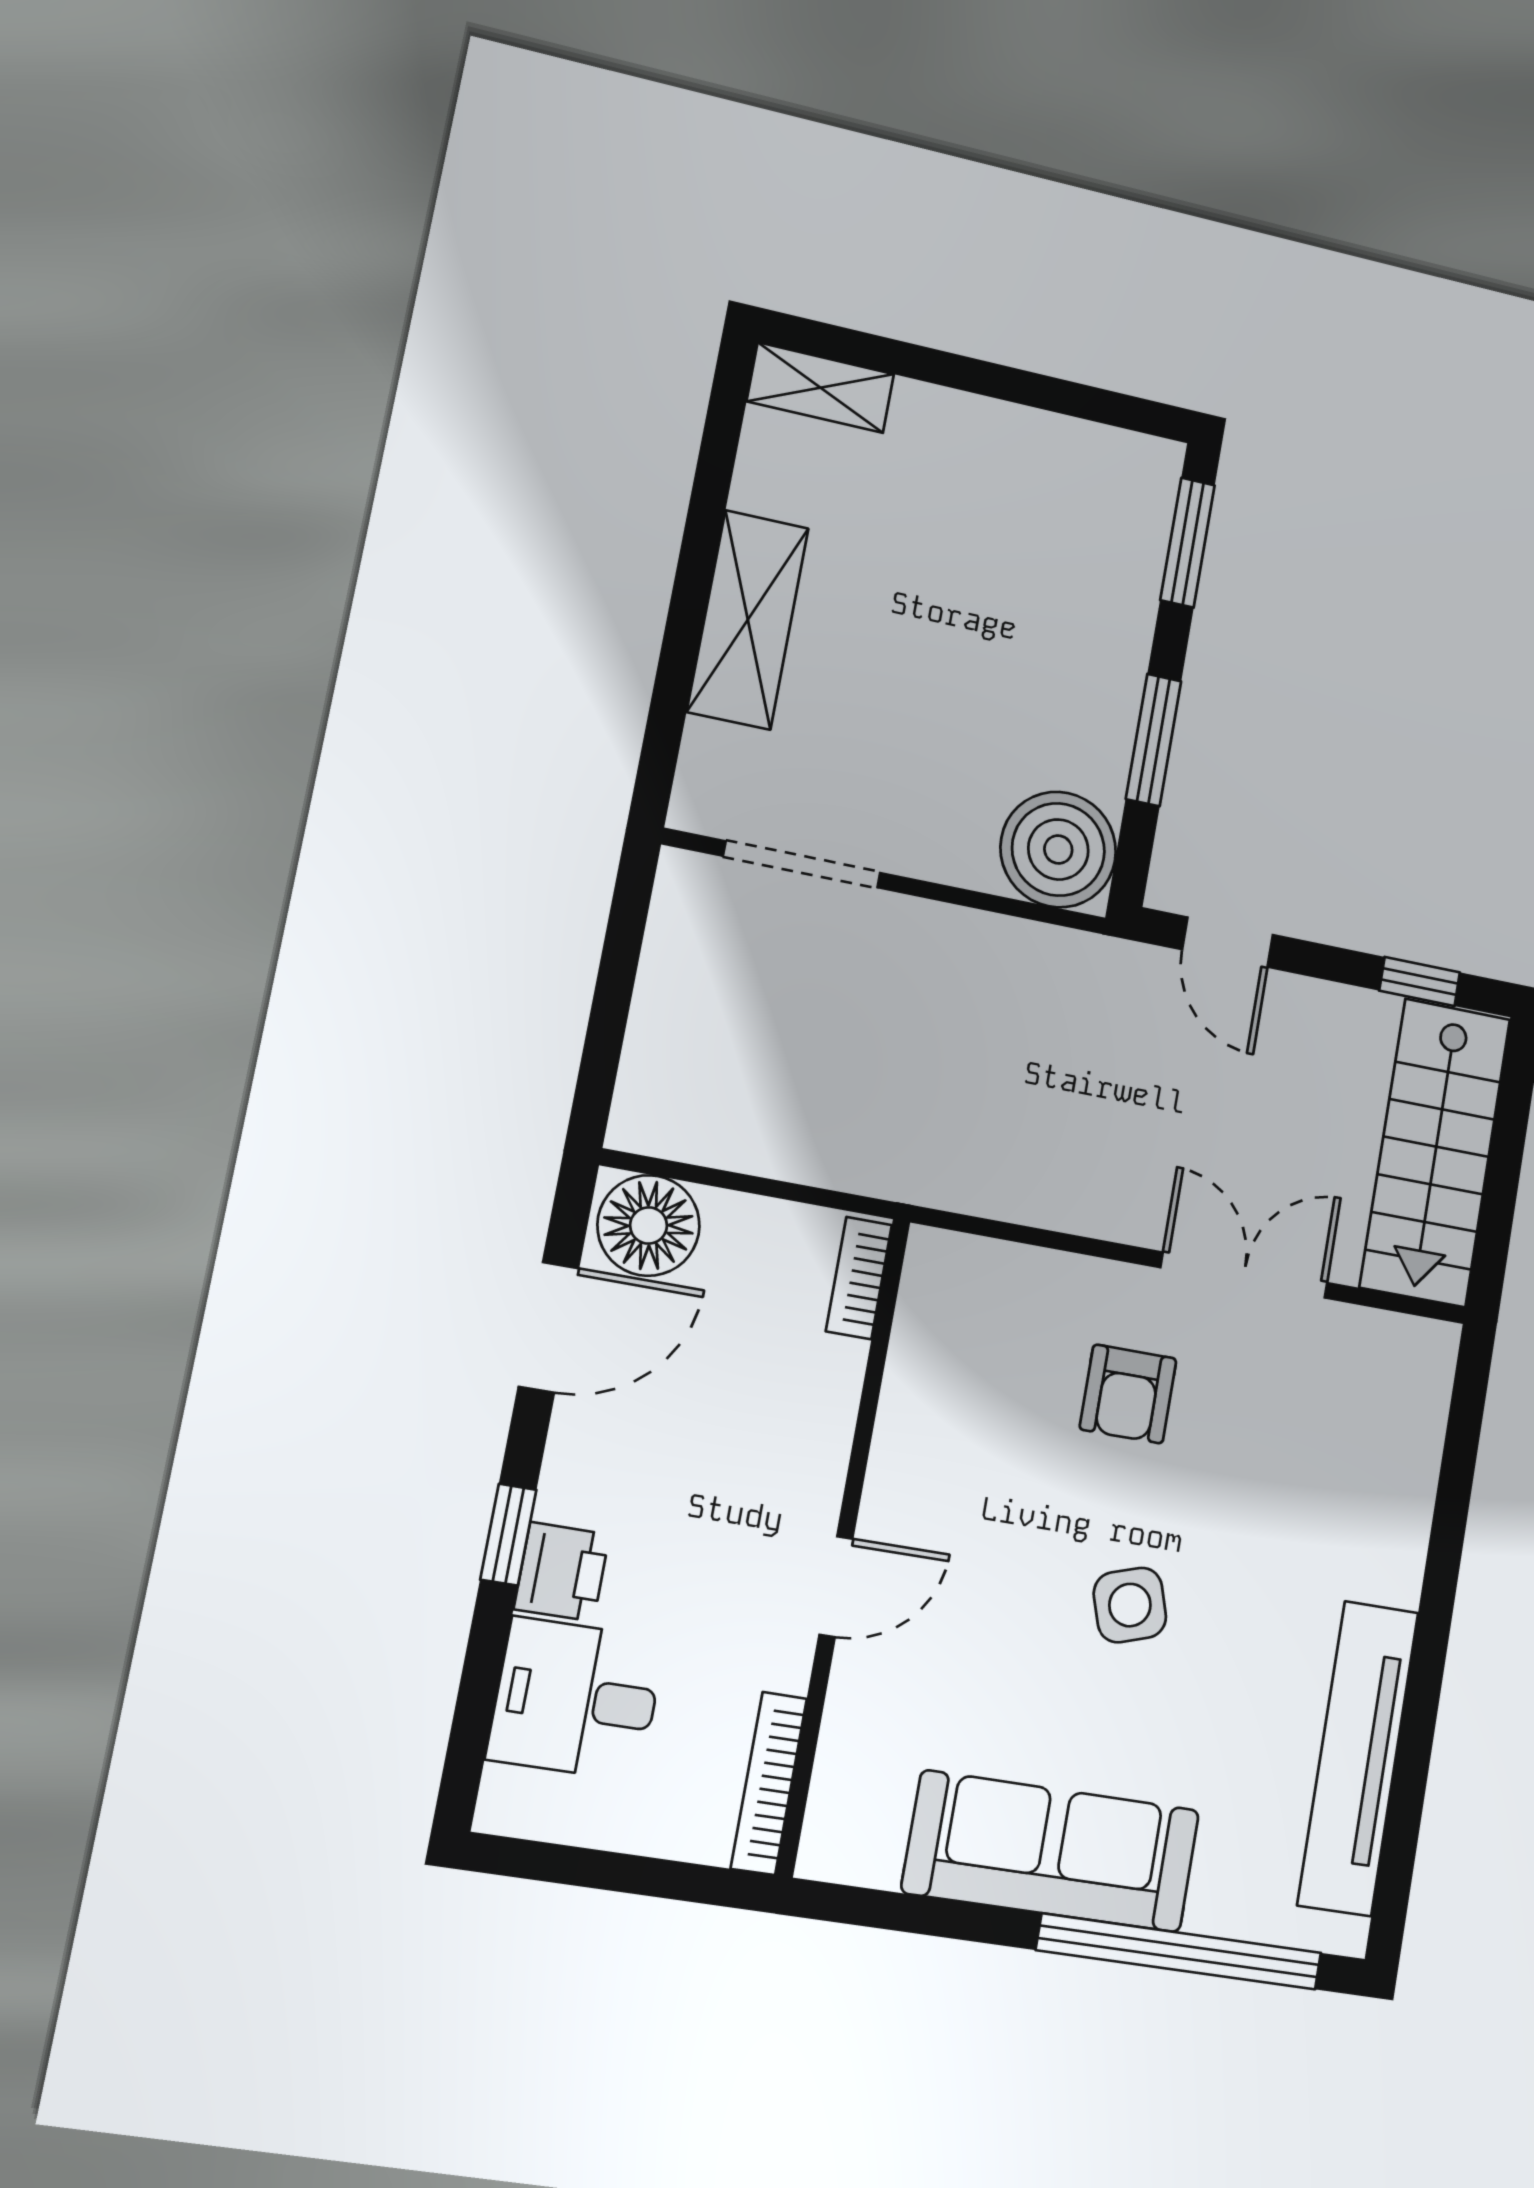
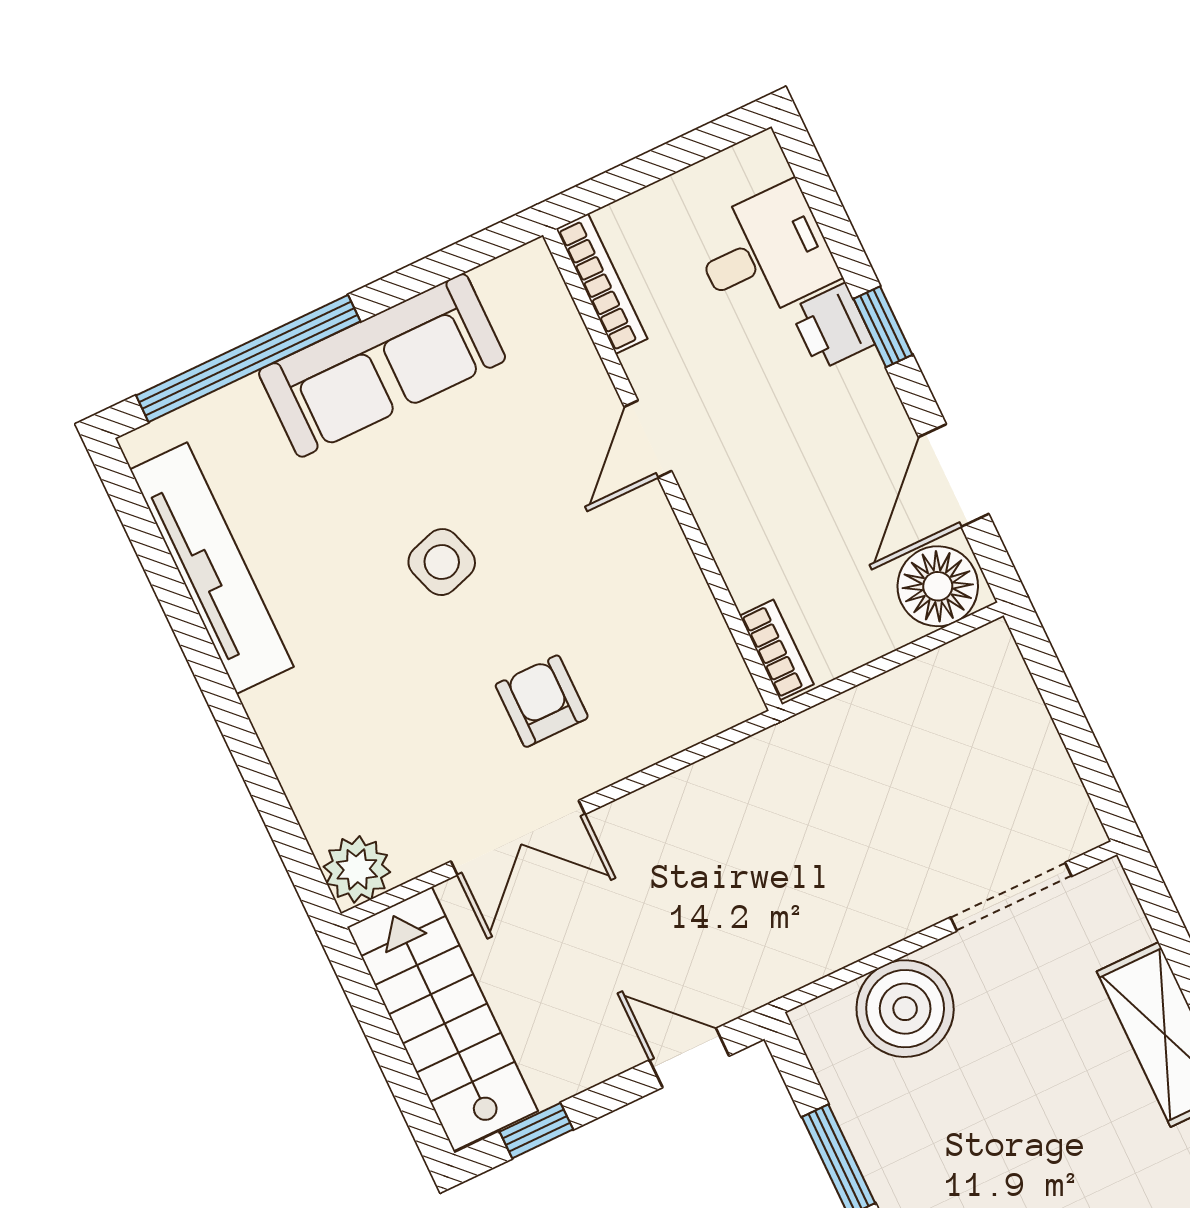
boiler: (1058, 850) -> (905, 1009), moved
plant: (1419, 1357) -> (357, 869), added

